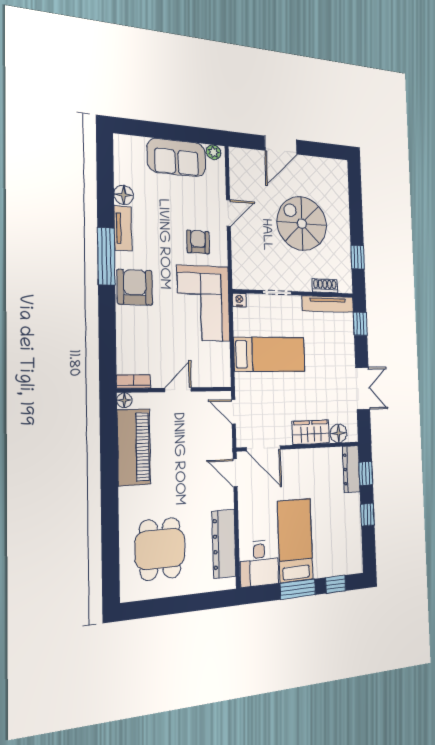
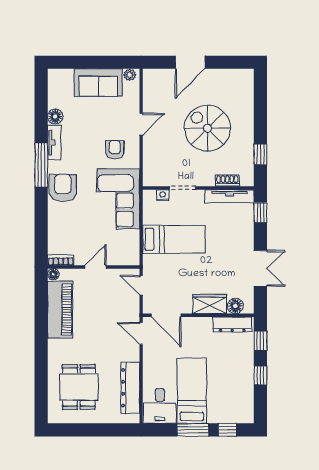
nightstand: (239, 300) -> (163, 195), moved
dresser: (351, 469) -> (232, 325), moved, turned -90

